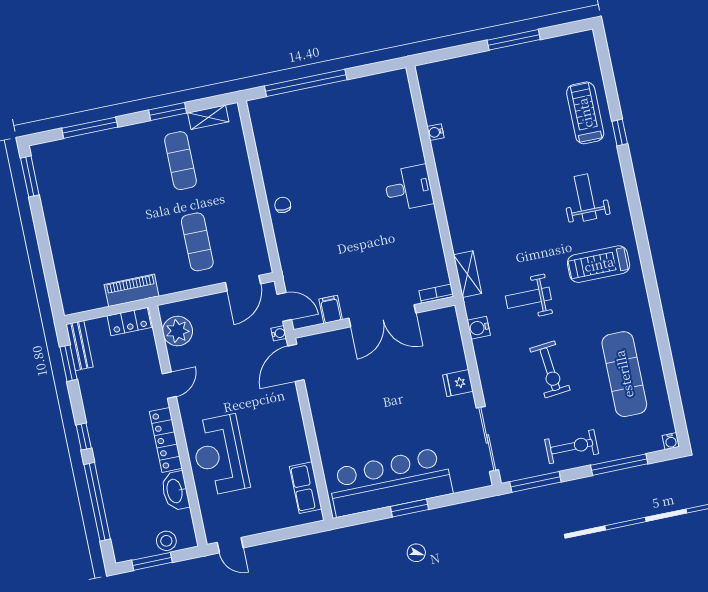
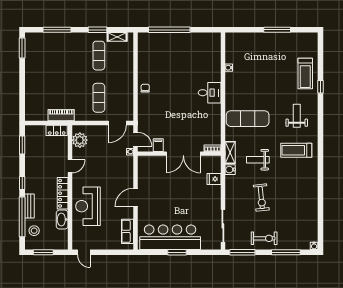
treadmill: (585, 113) -> (305, 74), turned 180
shelving: (468, 274) -> (230, 153), moved
bench: (79, 346) -> (29, 206), moved
door: (296, 363) -> (135, 198), moved
exercise mat: (624, 374) -> (248, 119), moved, turned 90
fridge: (458, 383) -> (214, 179), moved
stool: (166, 541) -> (34, 231), moved

